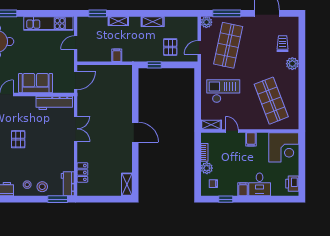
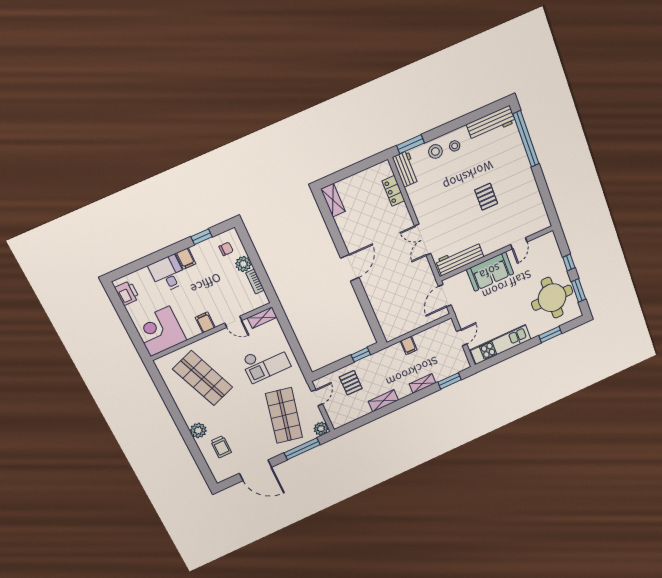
door: (135, 132) -> (350, 268), swing flipped

